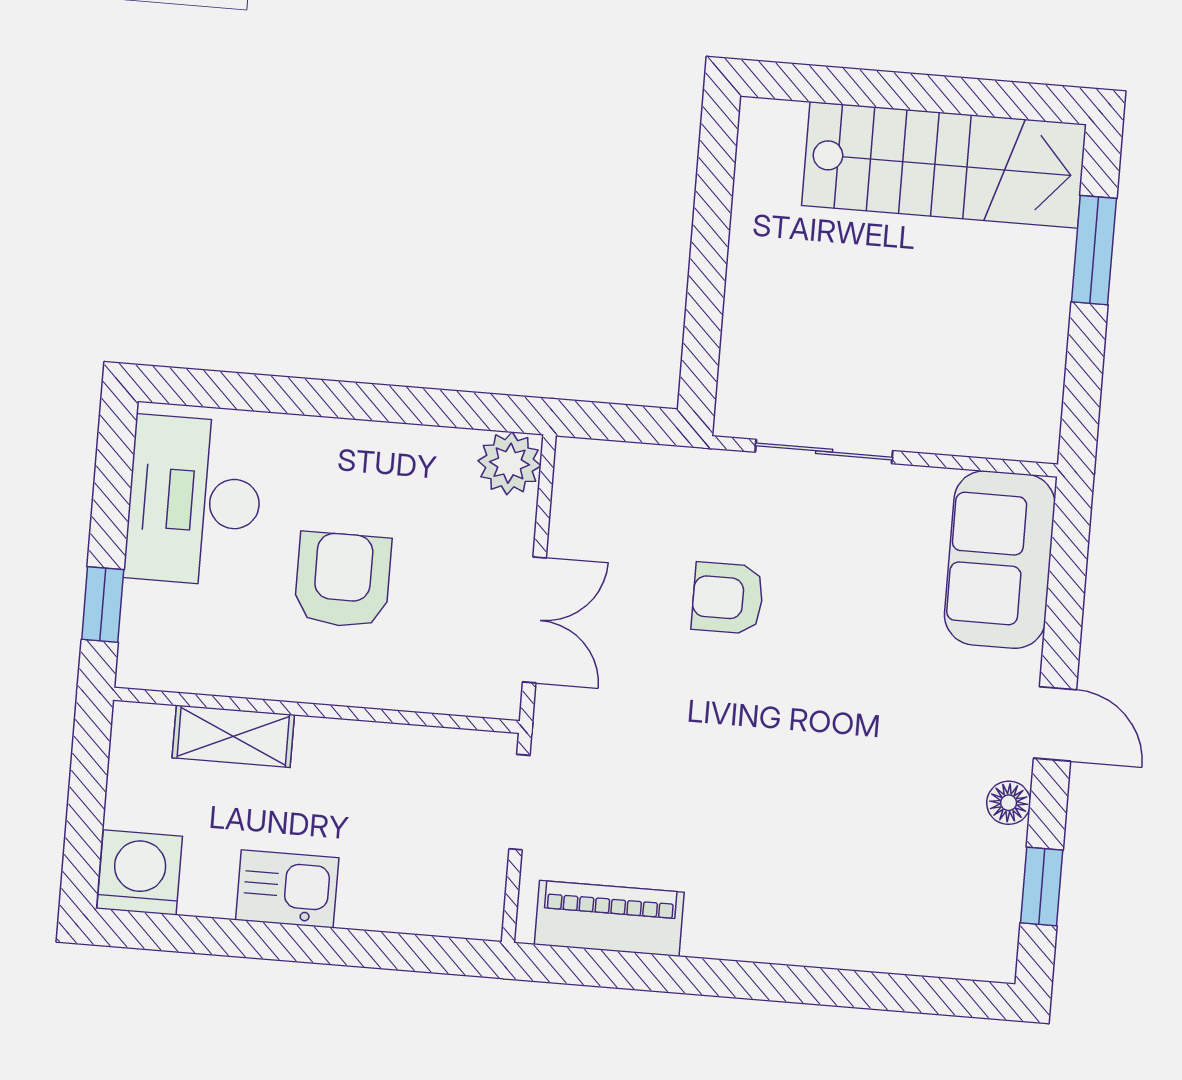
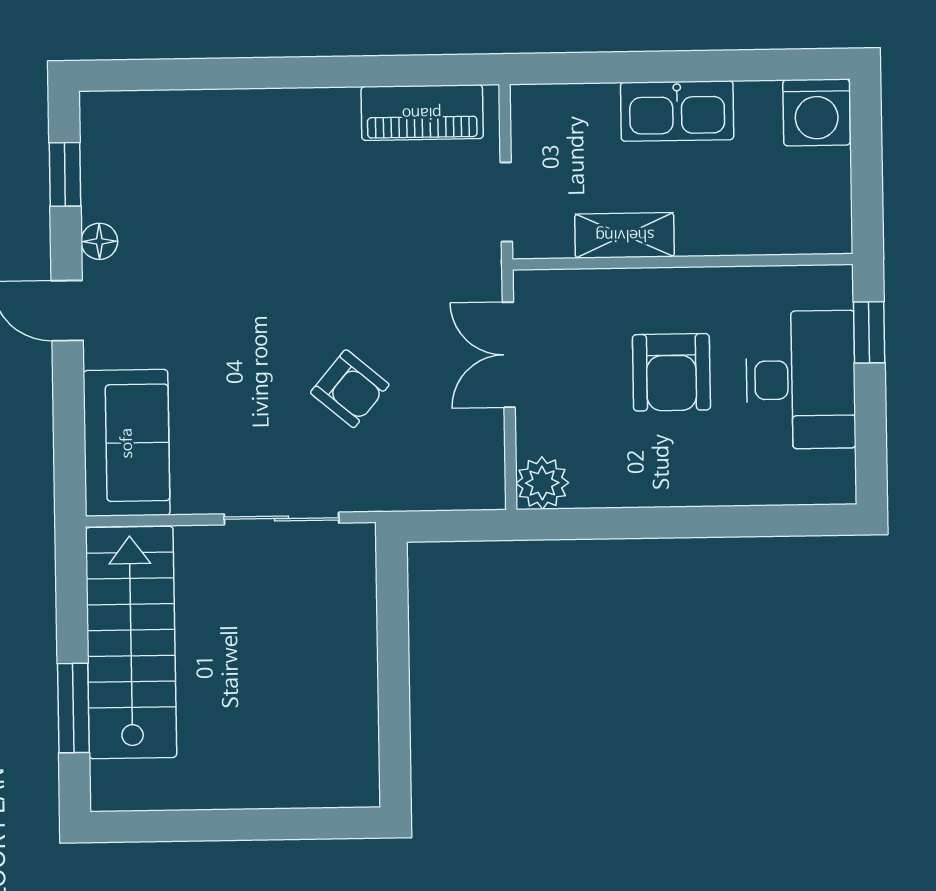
stairs: (944, 165) -> (131, 642), moved, turned 90
desk: (194, 501) -> (801, 380), moved
armchair: (728, 598) -> (350, 389), turned 40
shelving: (233, 736) -> (625, 235), moved
kitchen sink: (287, 889) -> (677, 111), width x1.38

